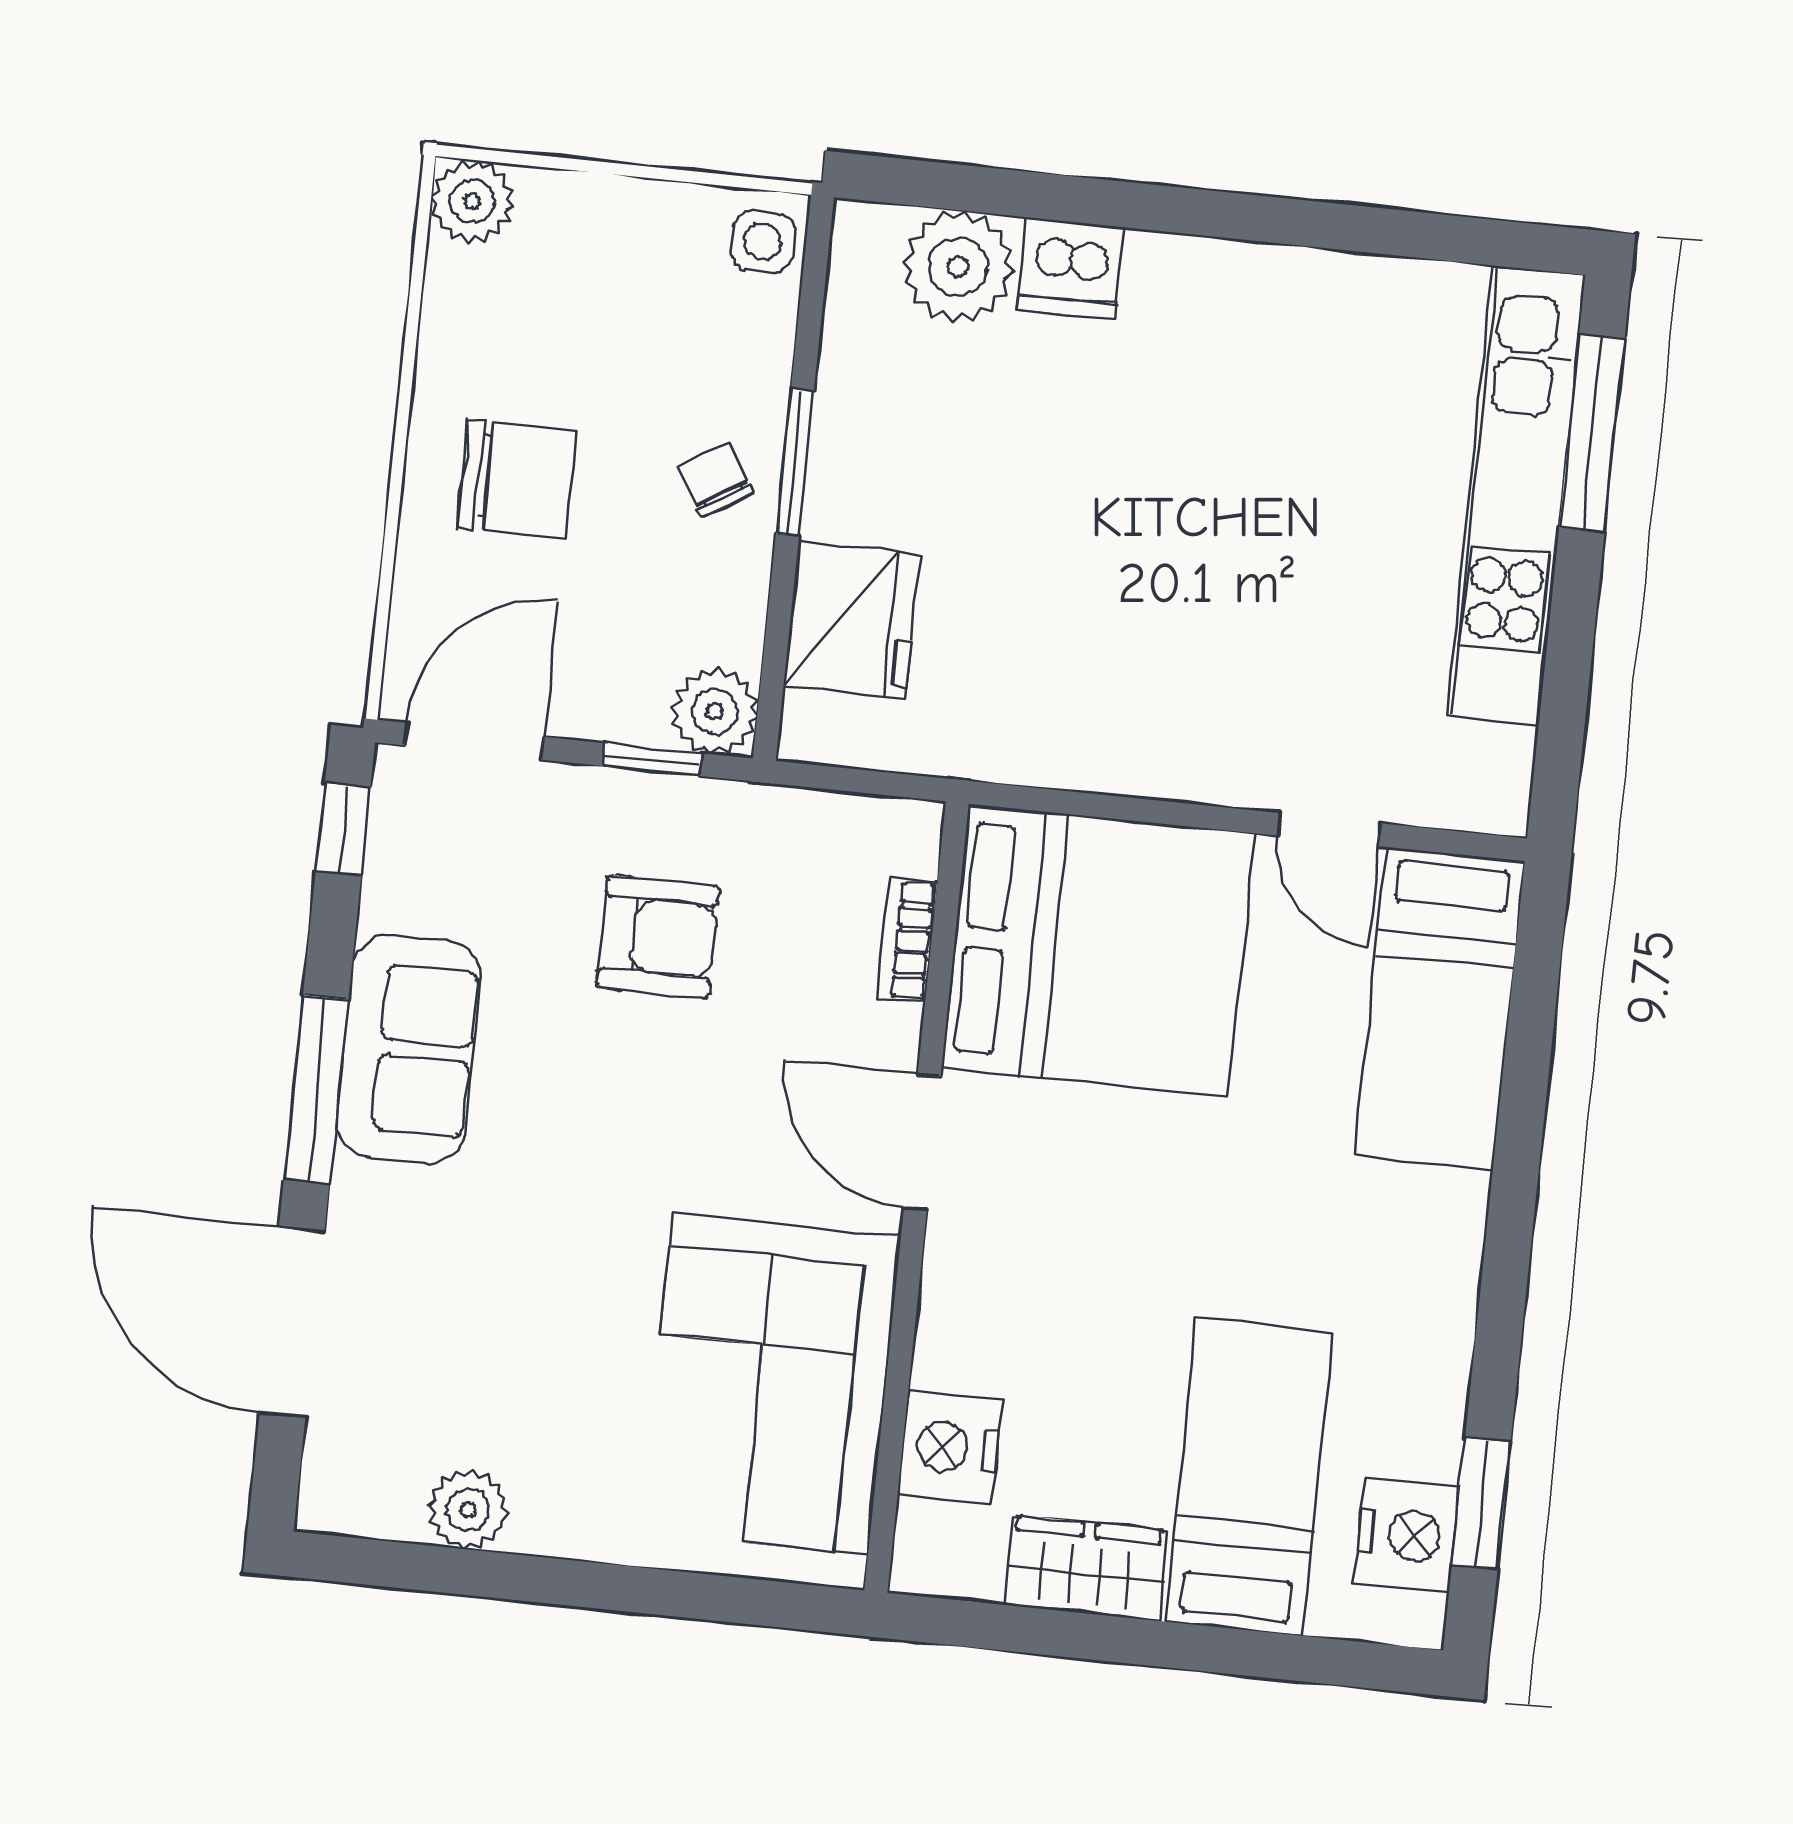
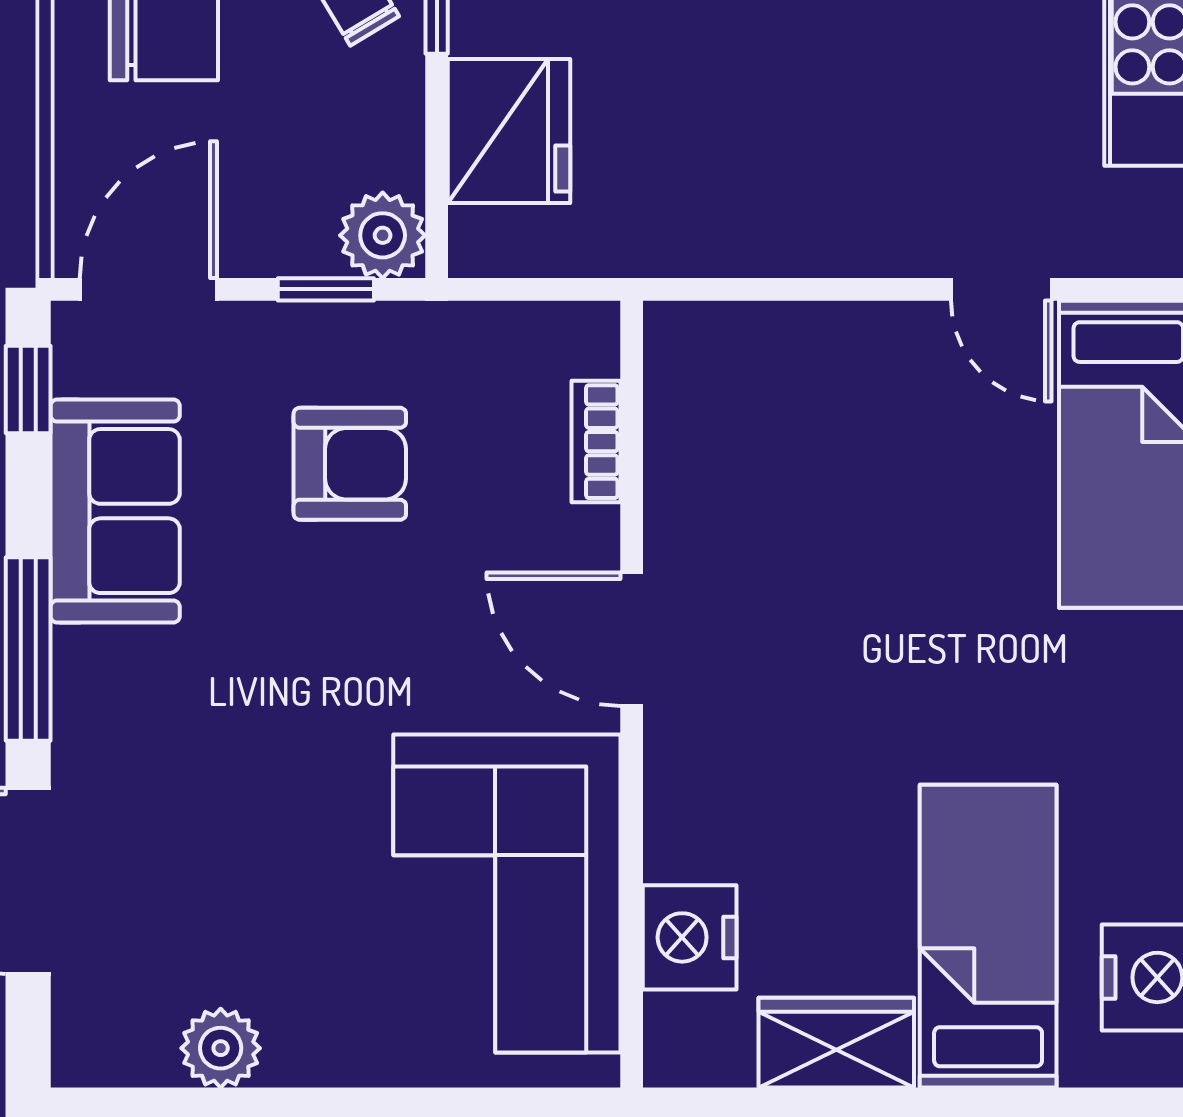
bed: (1098, 950) -> (786, 432), removed
sofa: (409, 1049) -> (115, 511), moved

